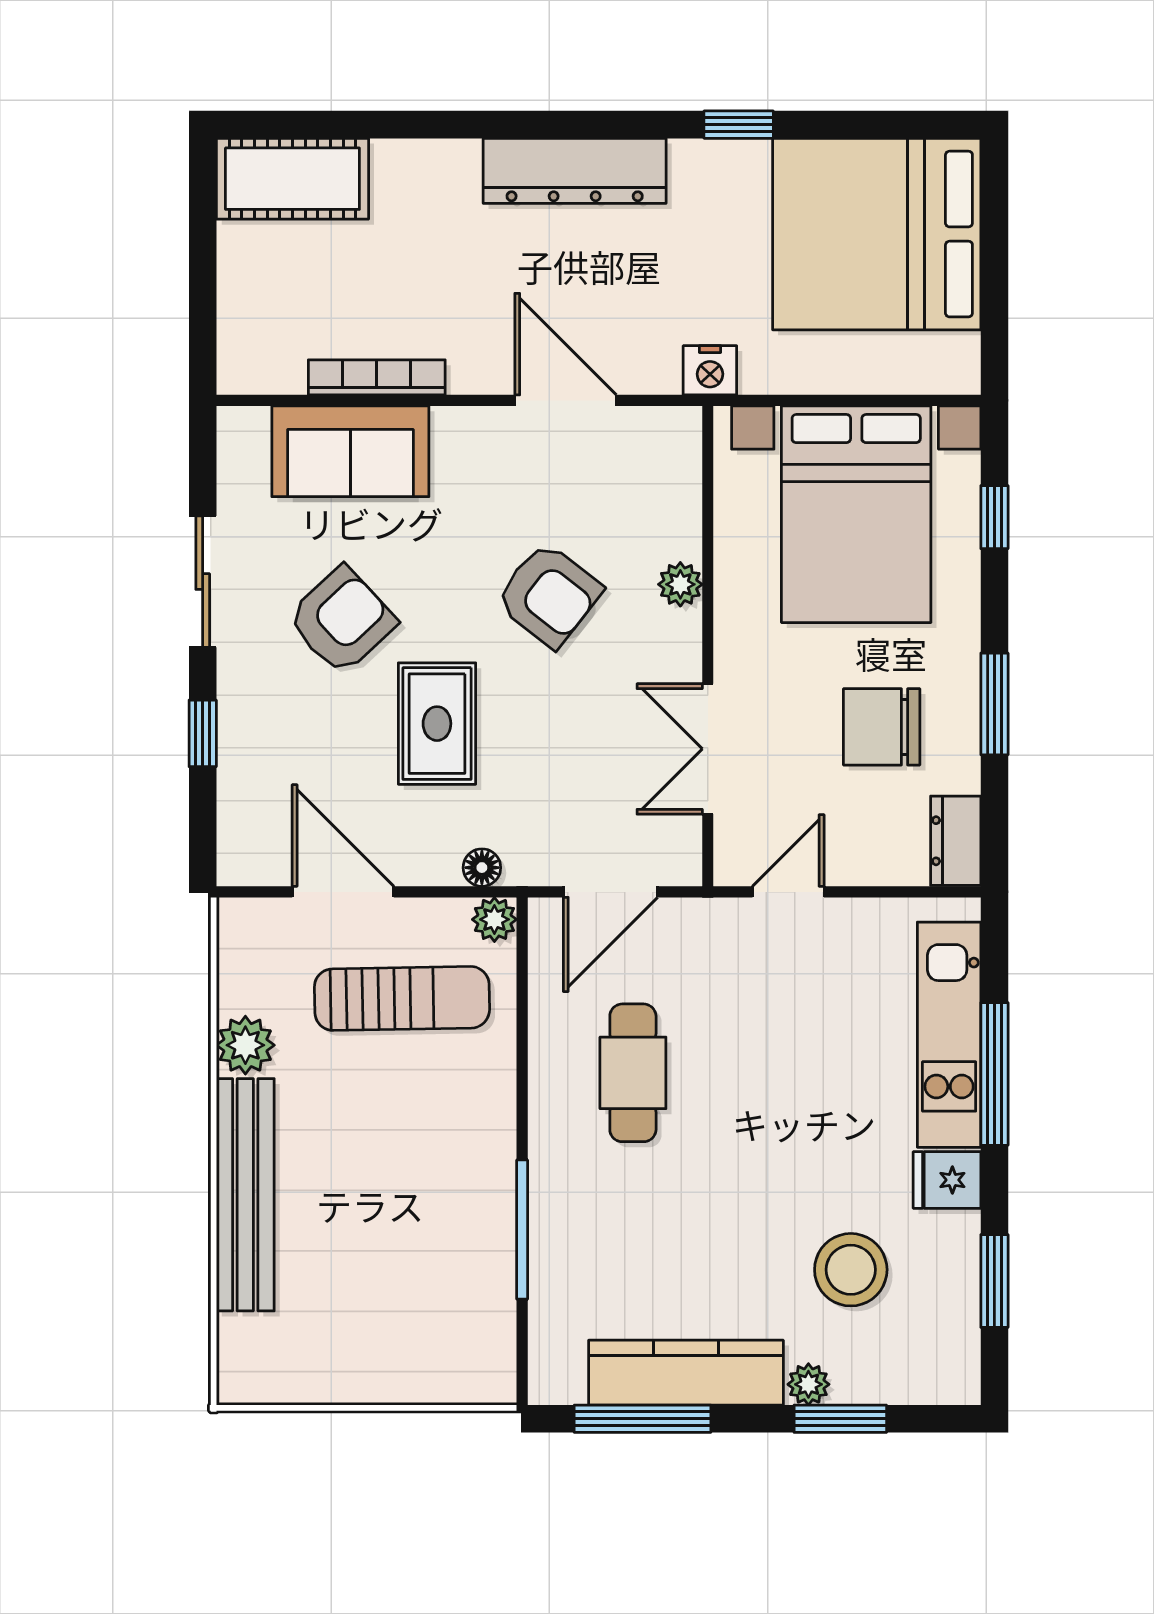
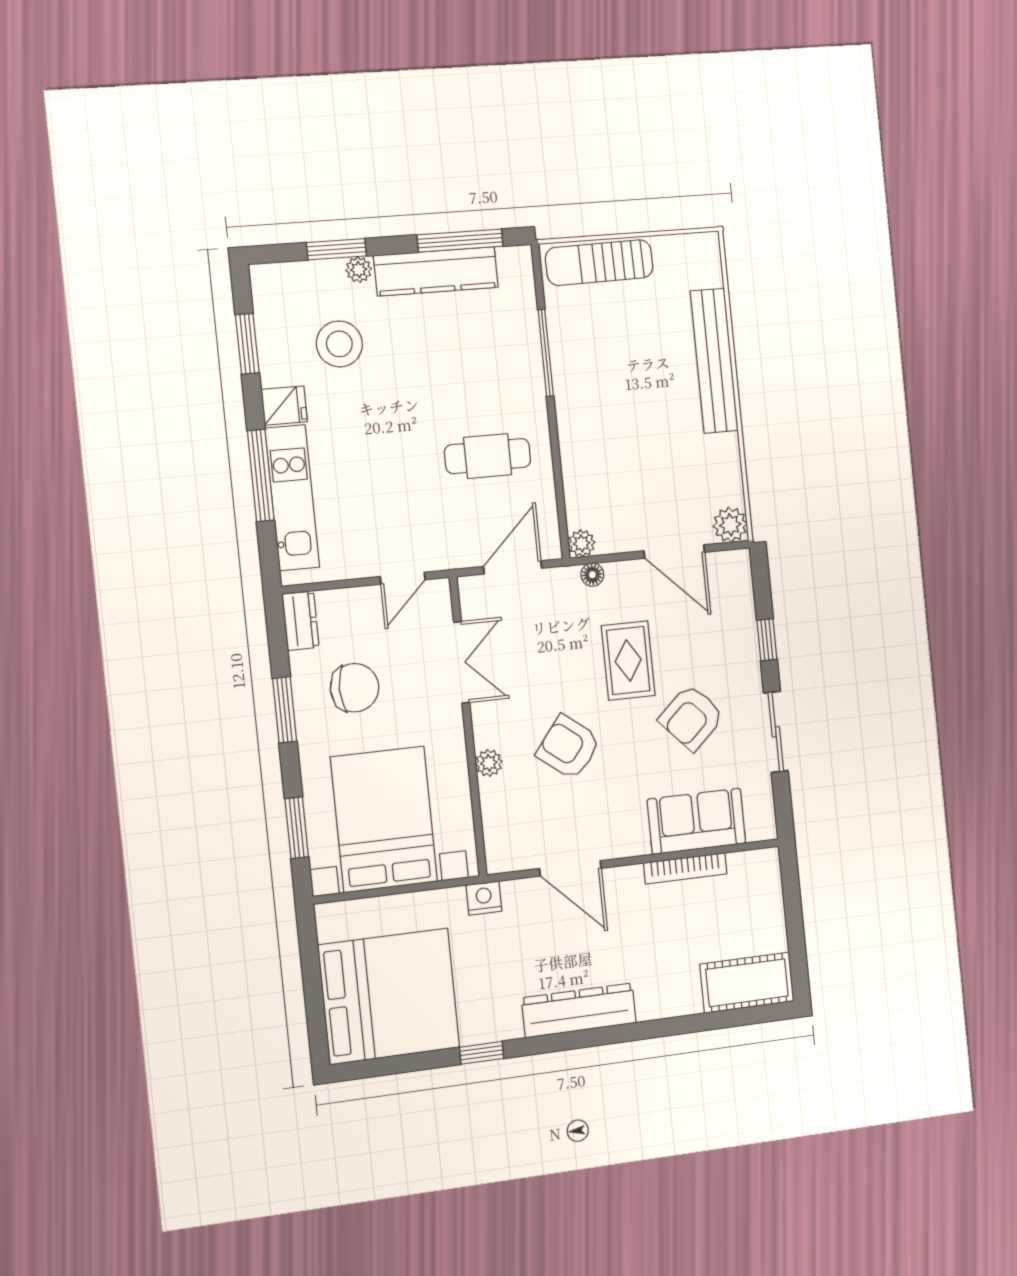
window: (994, 517) -> (297, 828), width x1.50
sun lounger: (402, 998) -> (599, 263), moved
plant: (245, 1045) -> (730, 525), moved
cafe table: (633, 1073) -> (488, 456), turned 90

